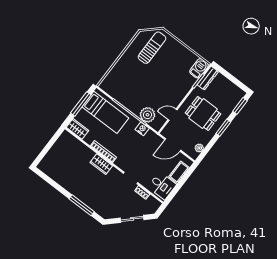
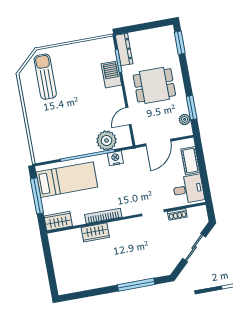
barbecue: (199, 68) -> (111, 74), moved
window: (223, 128) -> (192, 108), moved
wardrobe: (101, 164) -> (95, 232), moved

